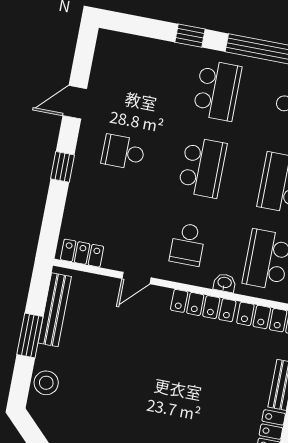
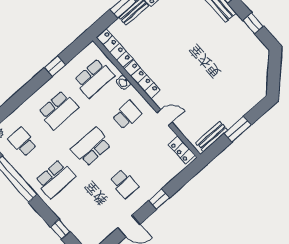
window: (190, 36) -> (60, 229), moved
school desk: (217, 90) -> (55, 179), turned 180
bench: (55, 310) -> (212, 136), width x0.73
stool: (46, 383) -> (247, 100), removed

